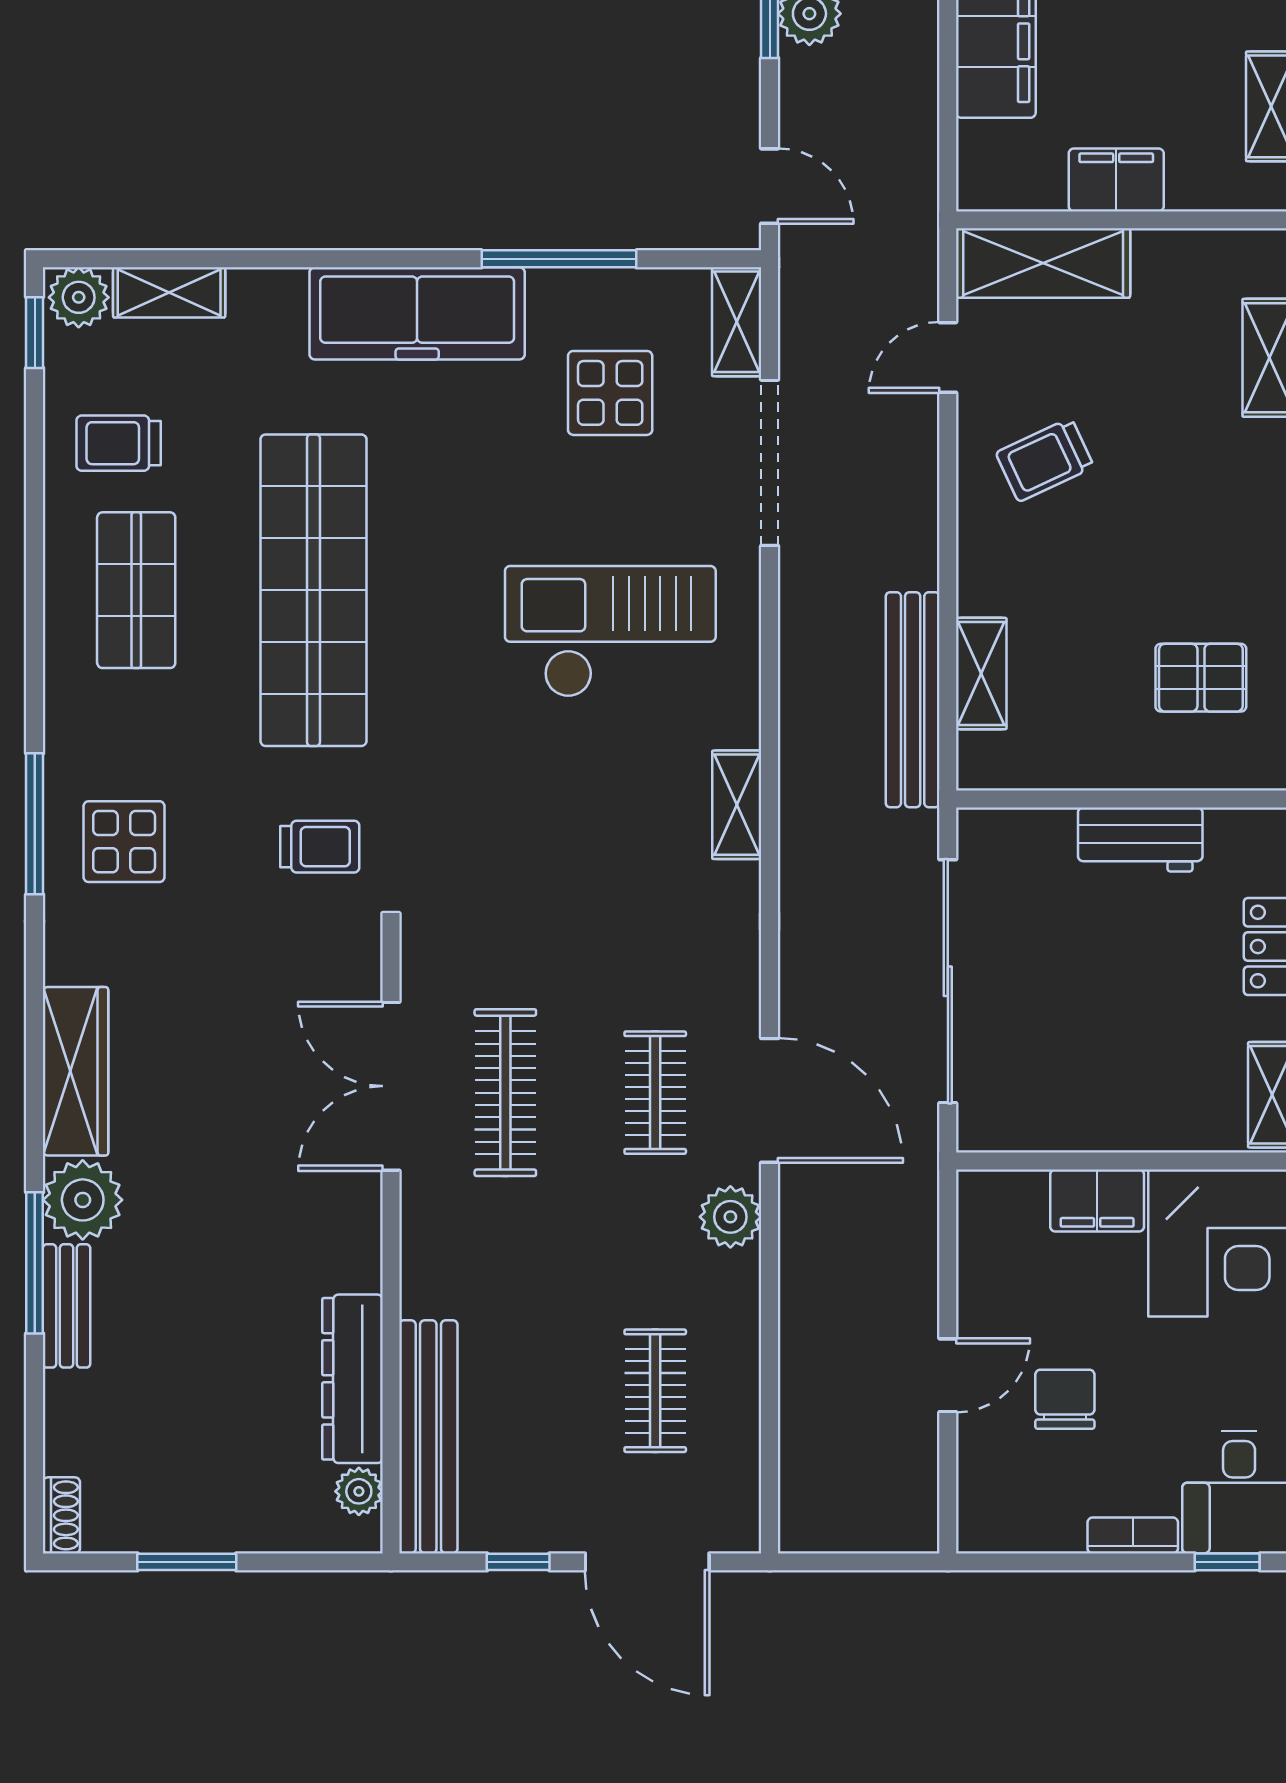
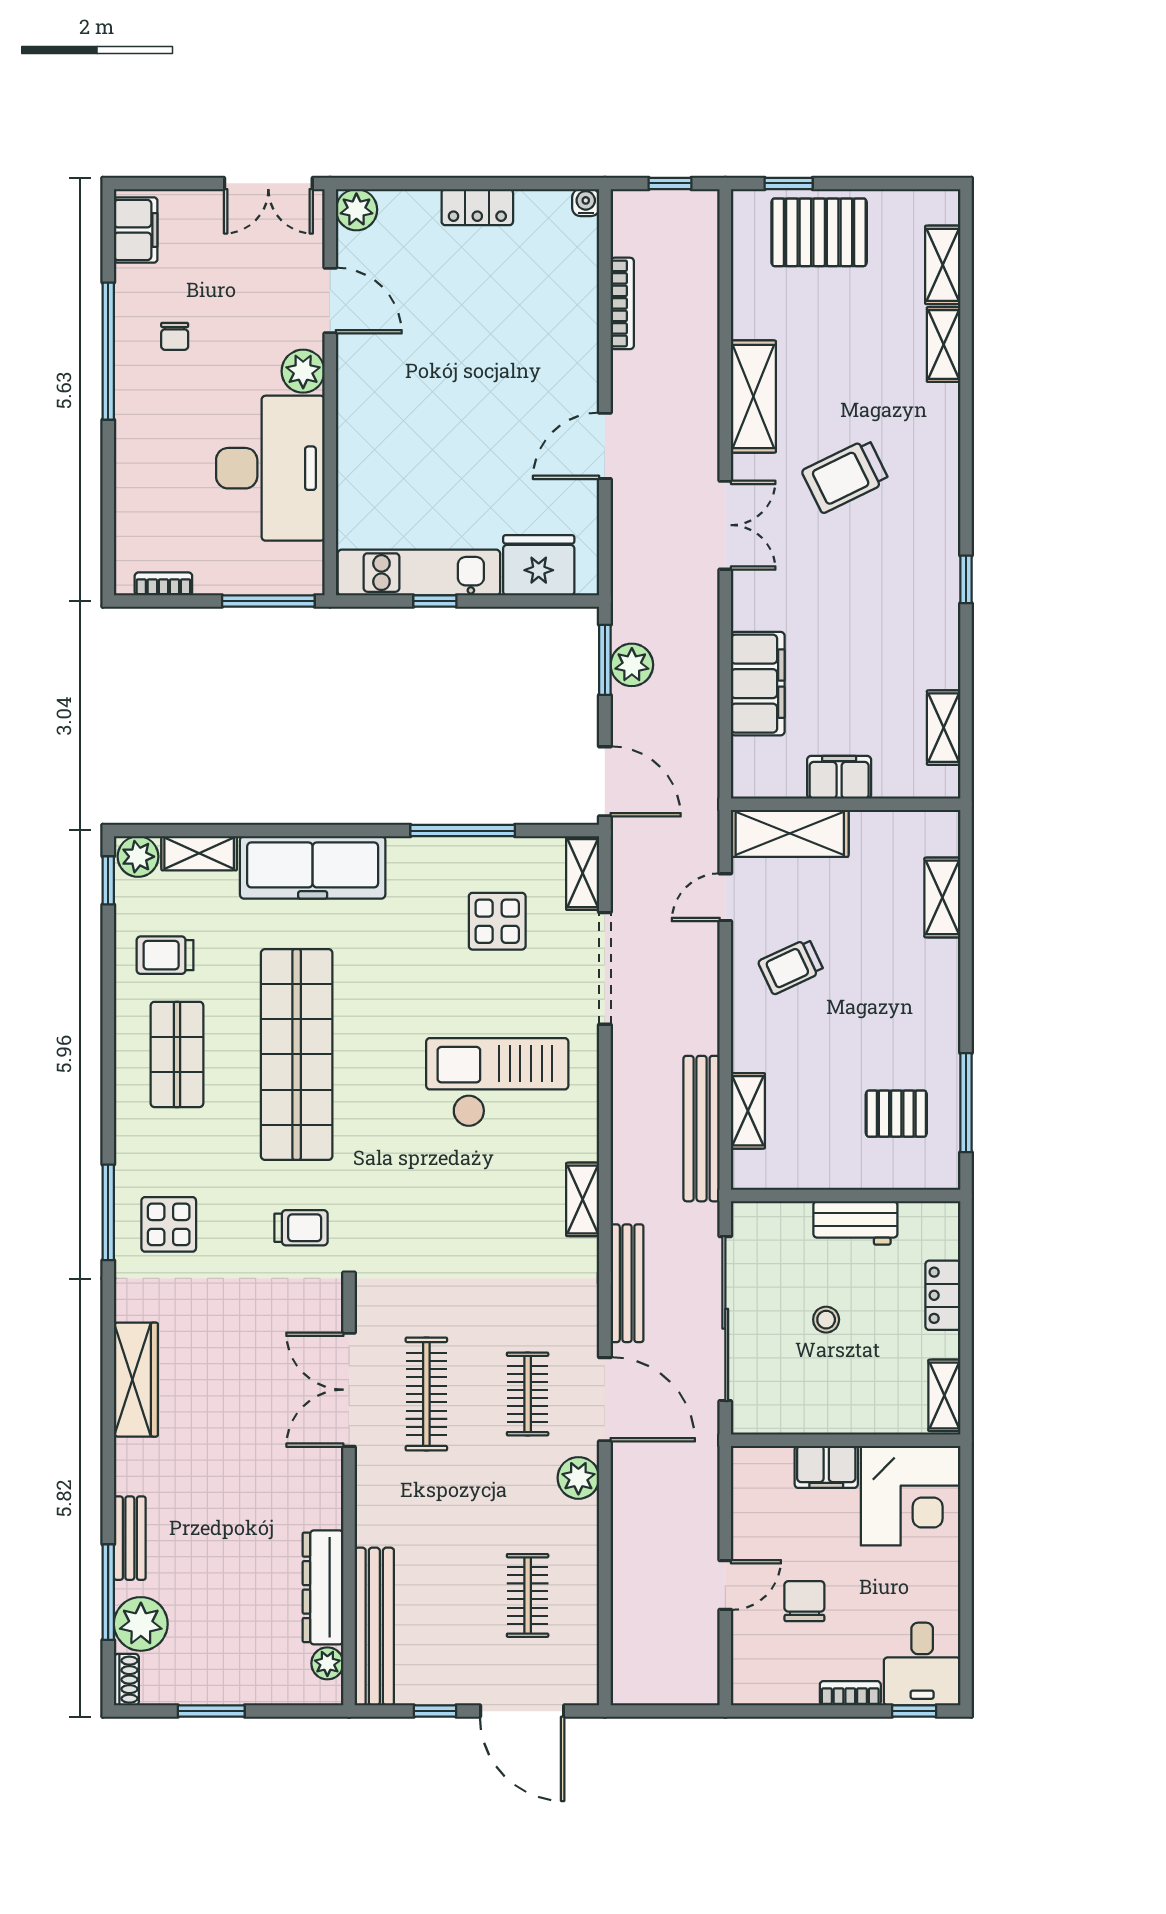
door: (770, 186) -> (605, 781), width x1.38
freezer: (417, 313) -> (313, 867), moved
bench: (802, 929) -> (627, 1283), added
stool: (1097, 983) -> (826, 1320), added
plant: (83, 1200) -> (141, 1624), moved
window: (35, 1263) -> (108, 1592), moved

